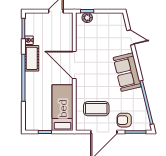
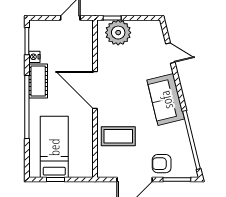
plant: (87, 18) -> (118, 33), width x1.87, depth x1.87
bed: (63, 108) -> (54, 147), moved
coffee table: (96, 109) -> (118, 136), moved

